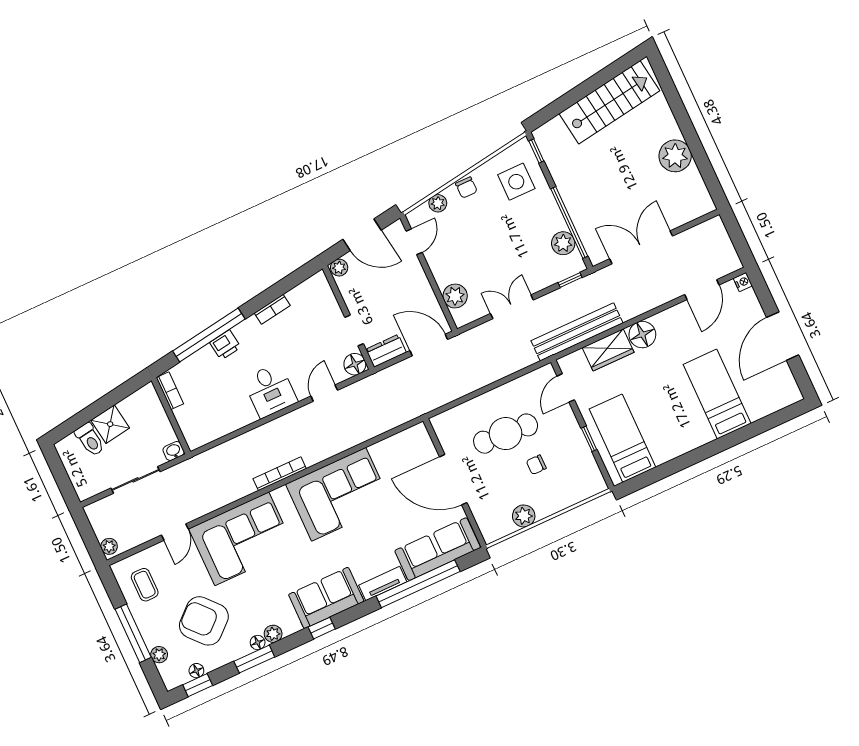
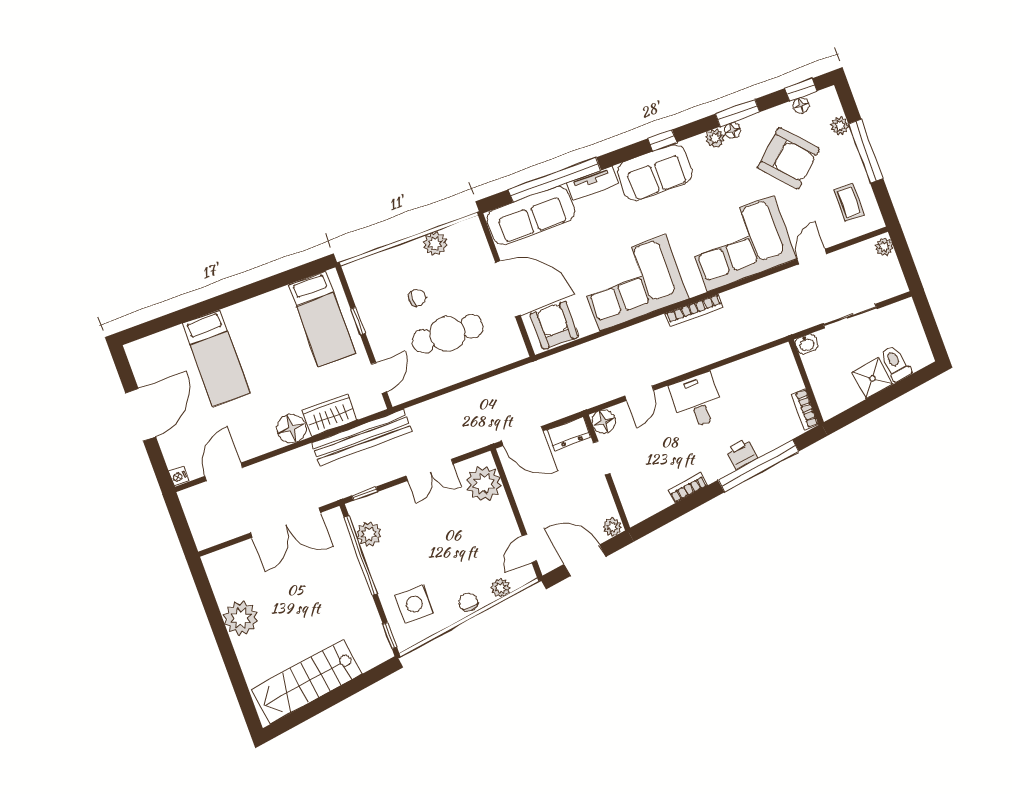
plant: (455, 296) -> (484, 484), width x1.36, depth x1.36
armchair: (408, 449) -> (554, 325), added

